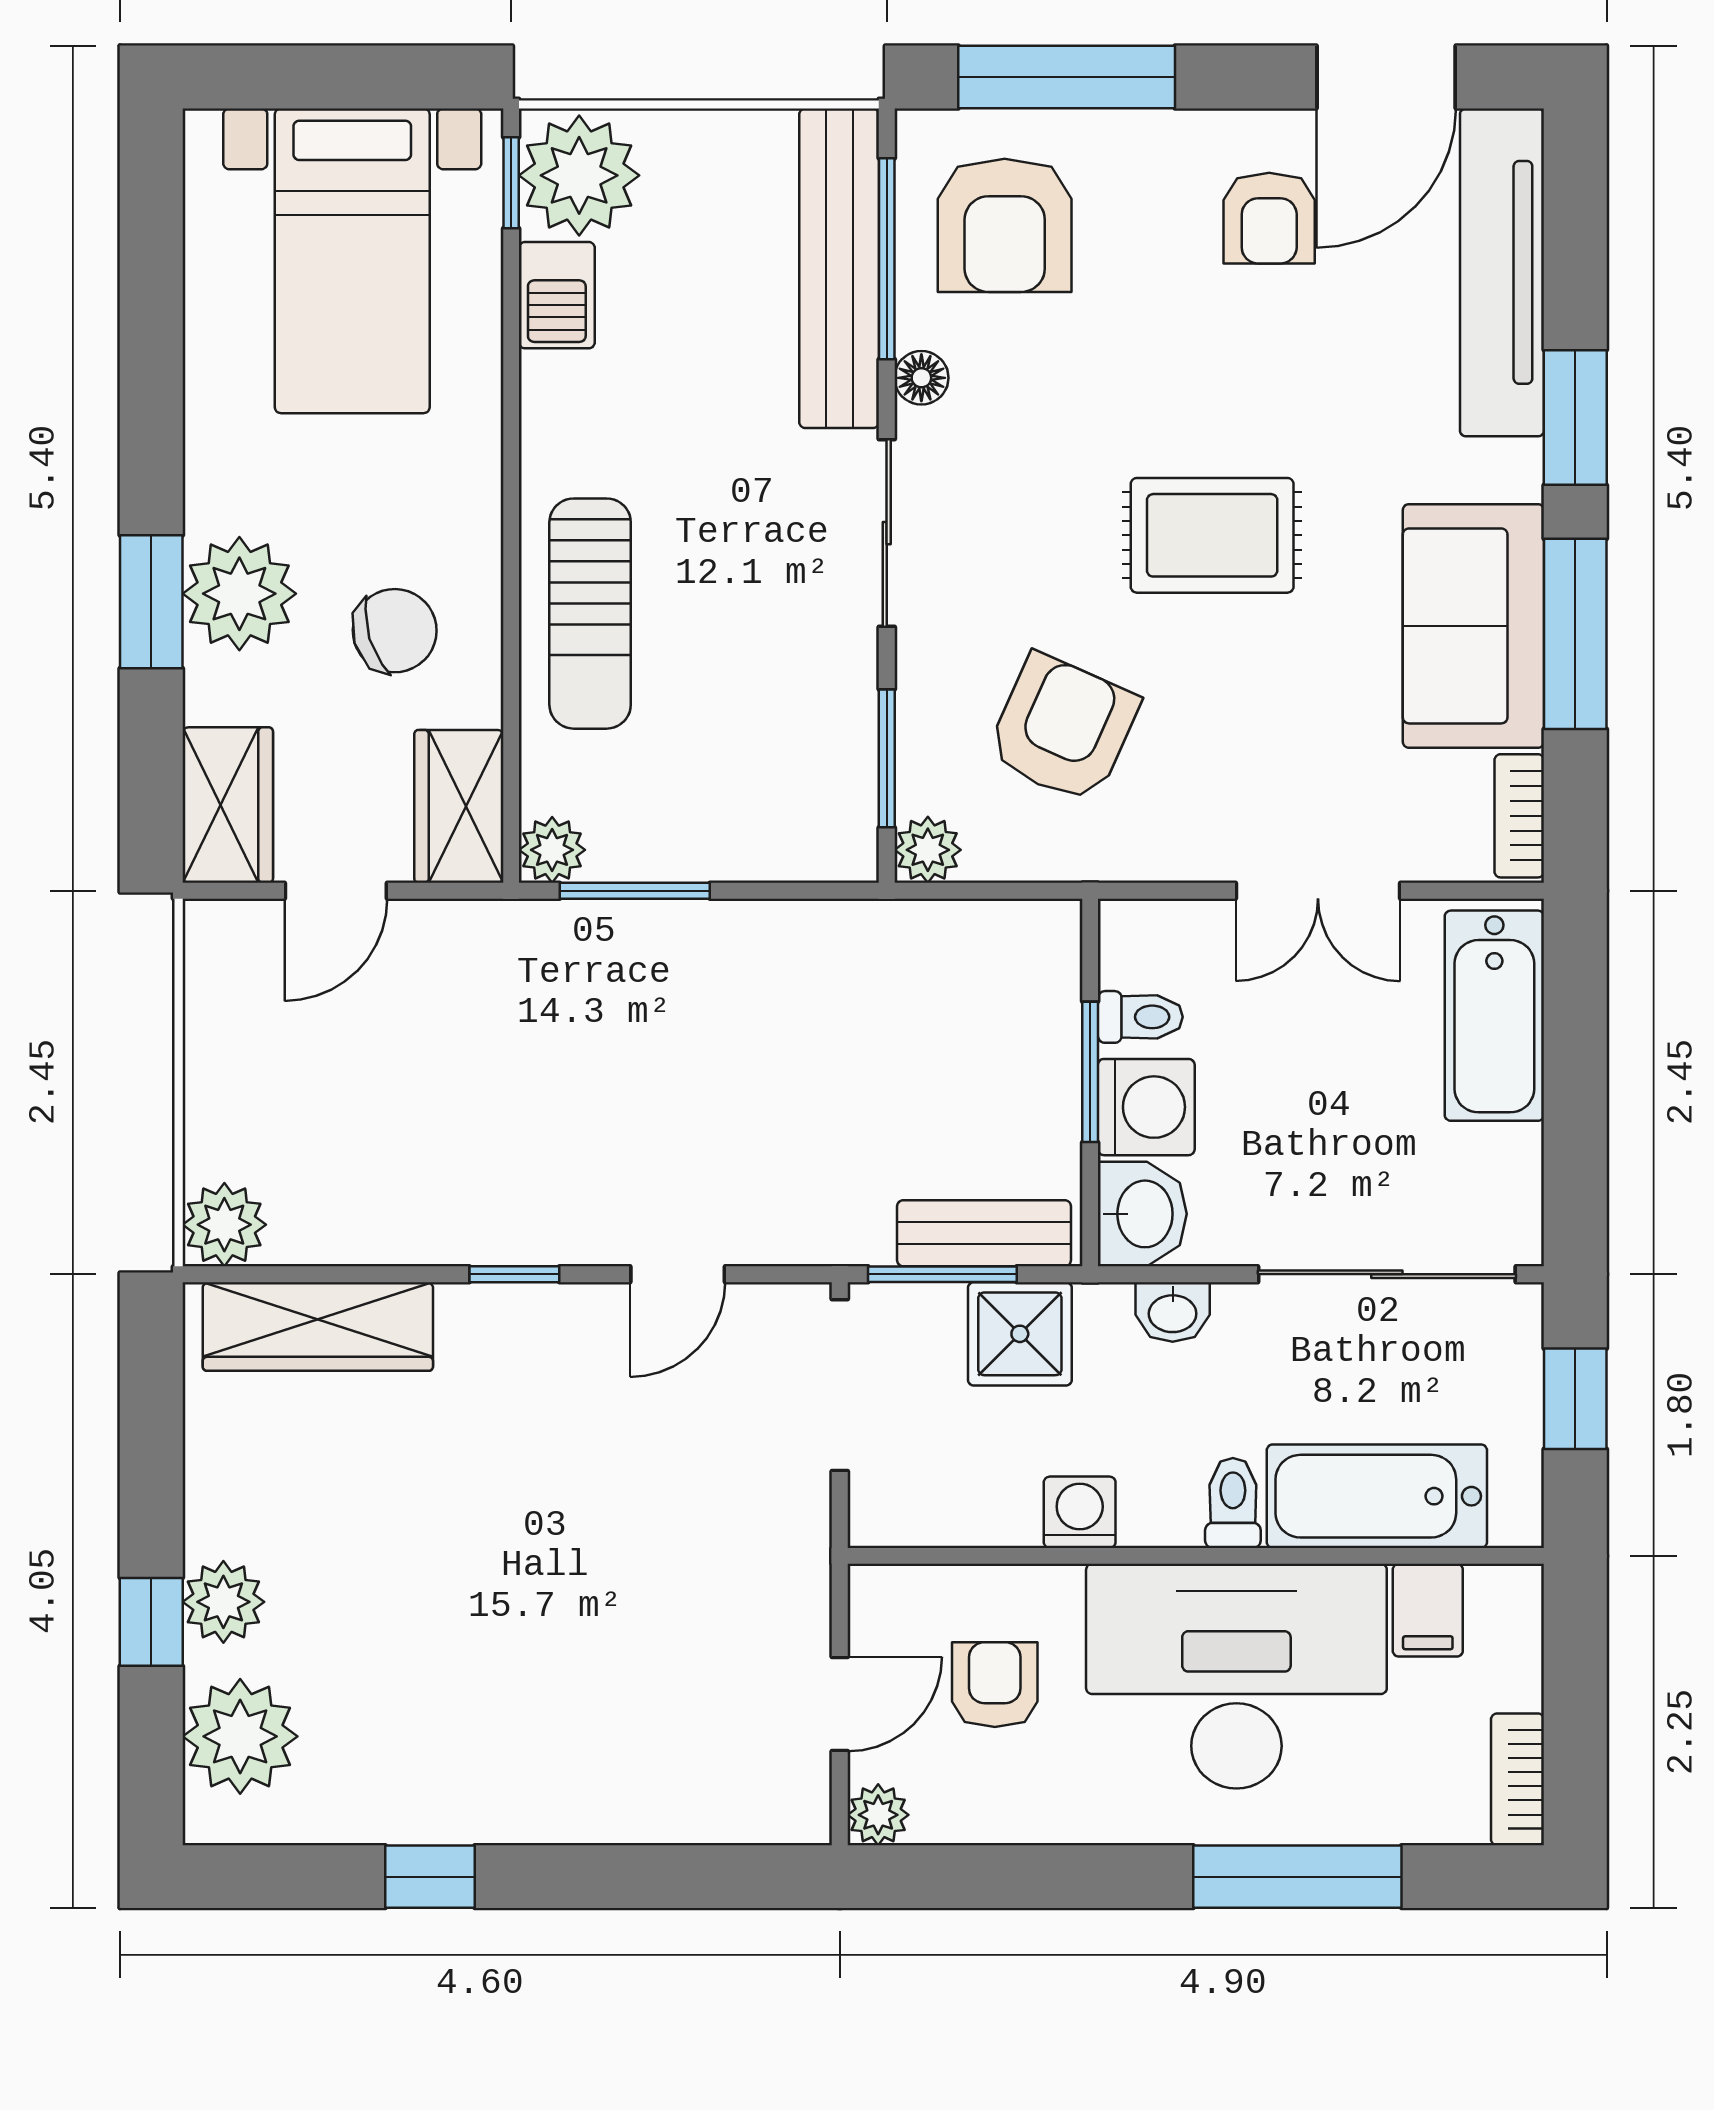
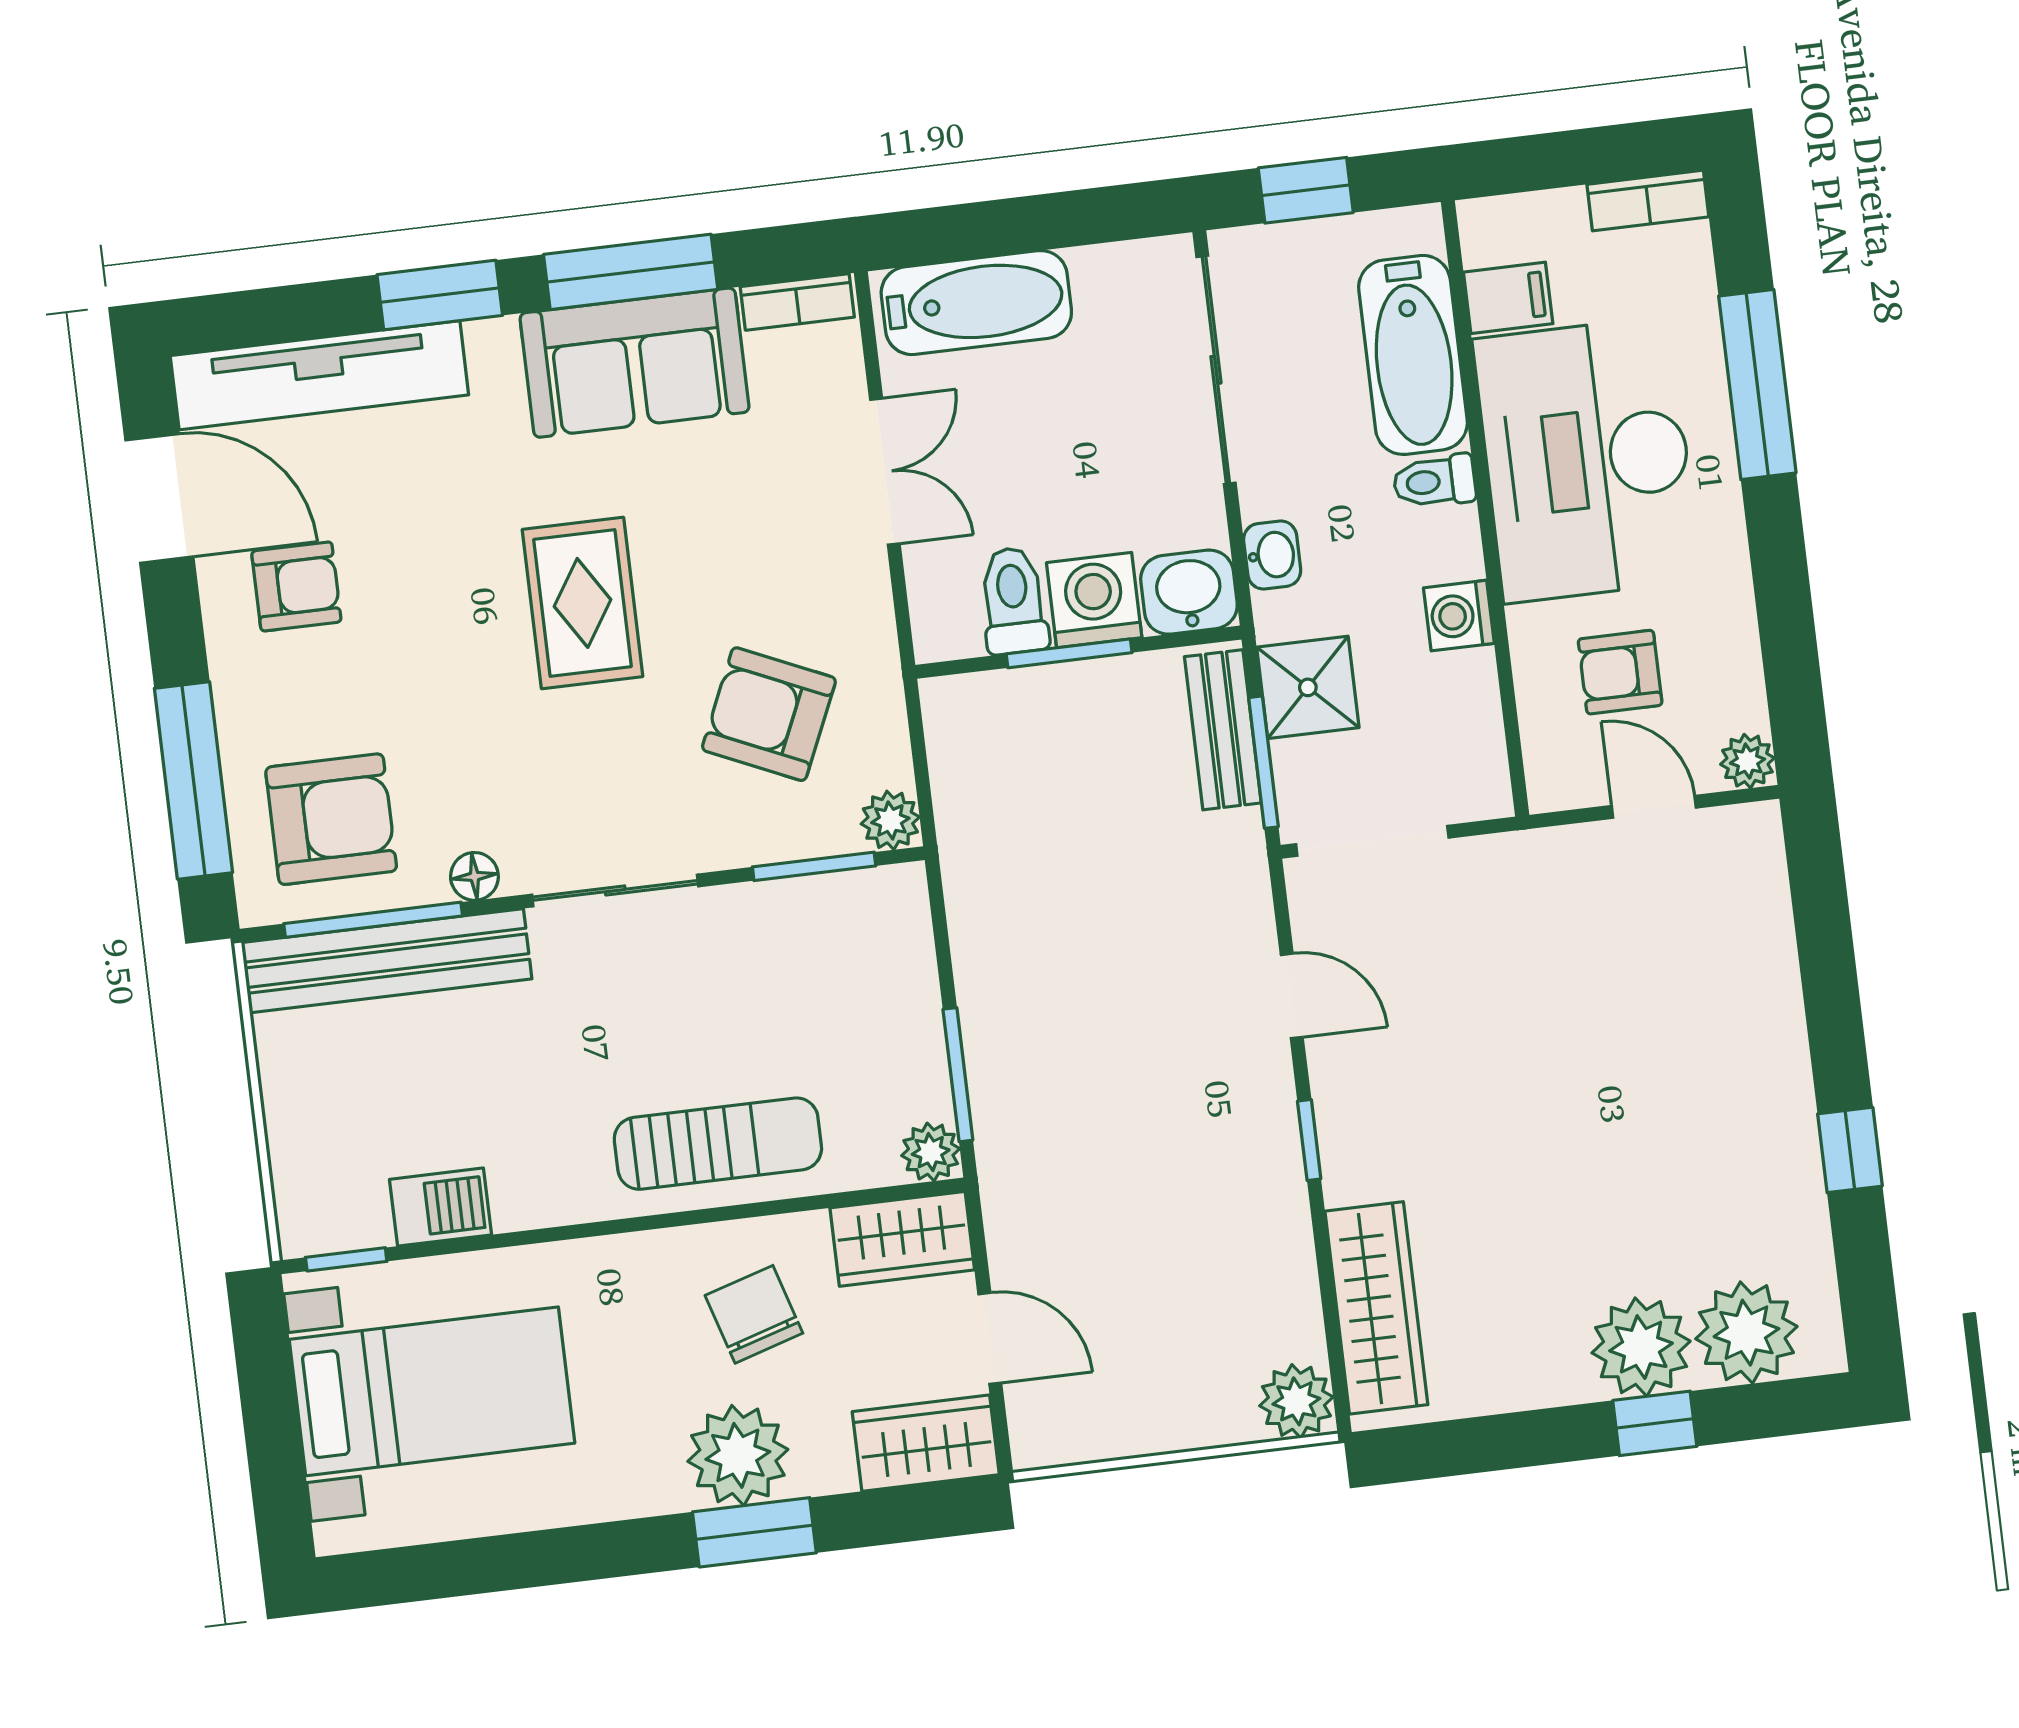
plant: (579, 175) -> (332, 1200), removed
toilet: (1140, 1017) -> (1013, 601), width x1.37, depth x1.39
plant: (223, 1602) -> (1641, 1347), width x1.36, depth x1.36

